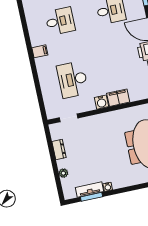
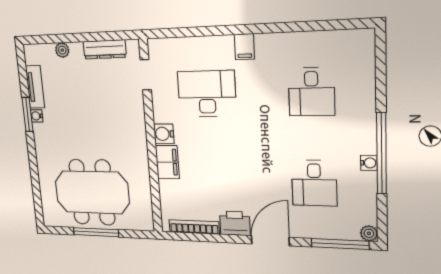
filing cabinet: (40, 51) -> (244, 47), moved
dresser: (59, 150) -> (105, 49), width x1.44
window: (91, 197) -> (28, 114), moved

